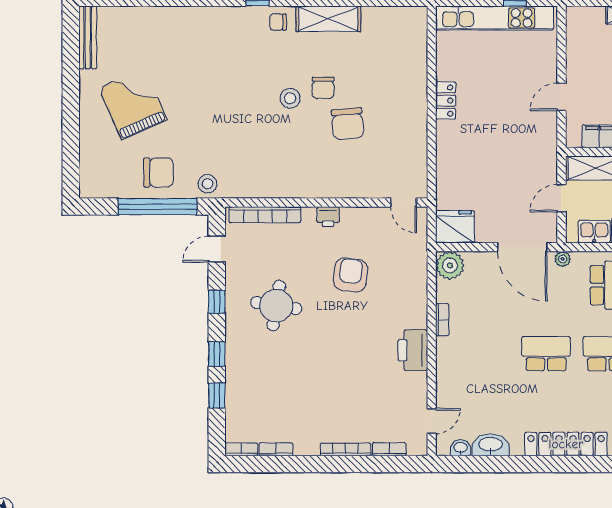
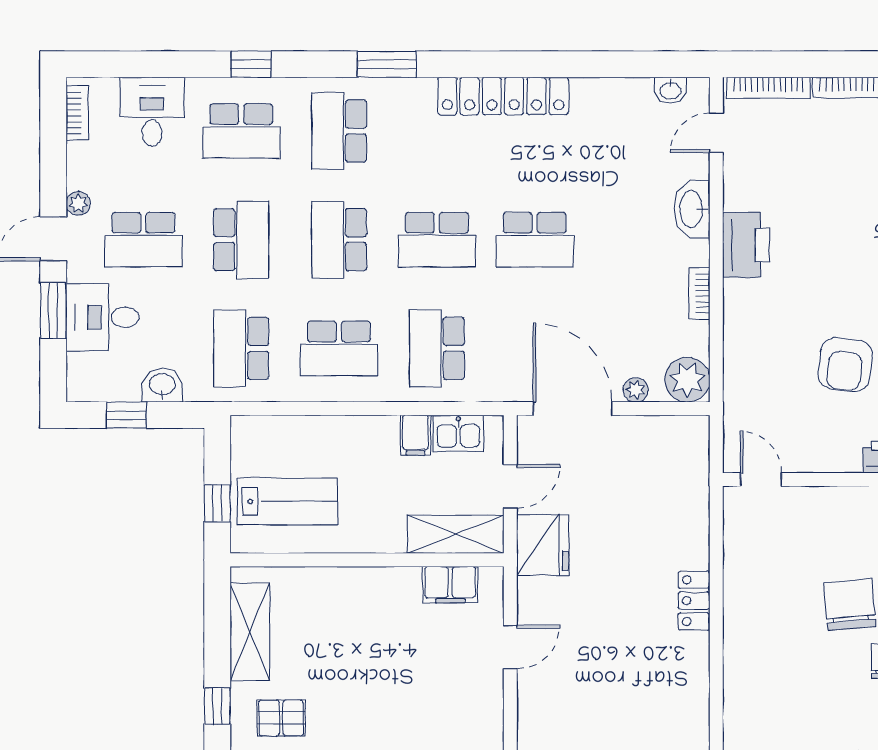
locker: (446, 101) -> (694, 601), moved
fridge: (455, 227) -> (543, 545), moved, turned -90
plant: (563, 259) -> (636, 390), moved
washbasin: (491, 445) -> (692, 209), moved, turned 90
bookcase: (389, 449) -> (768, 88), width x1.56

